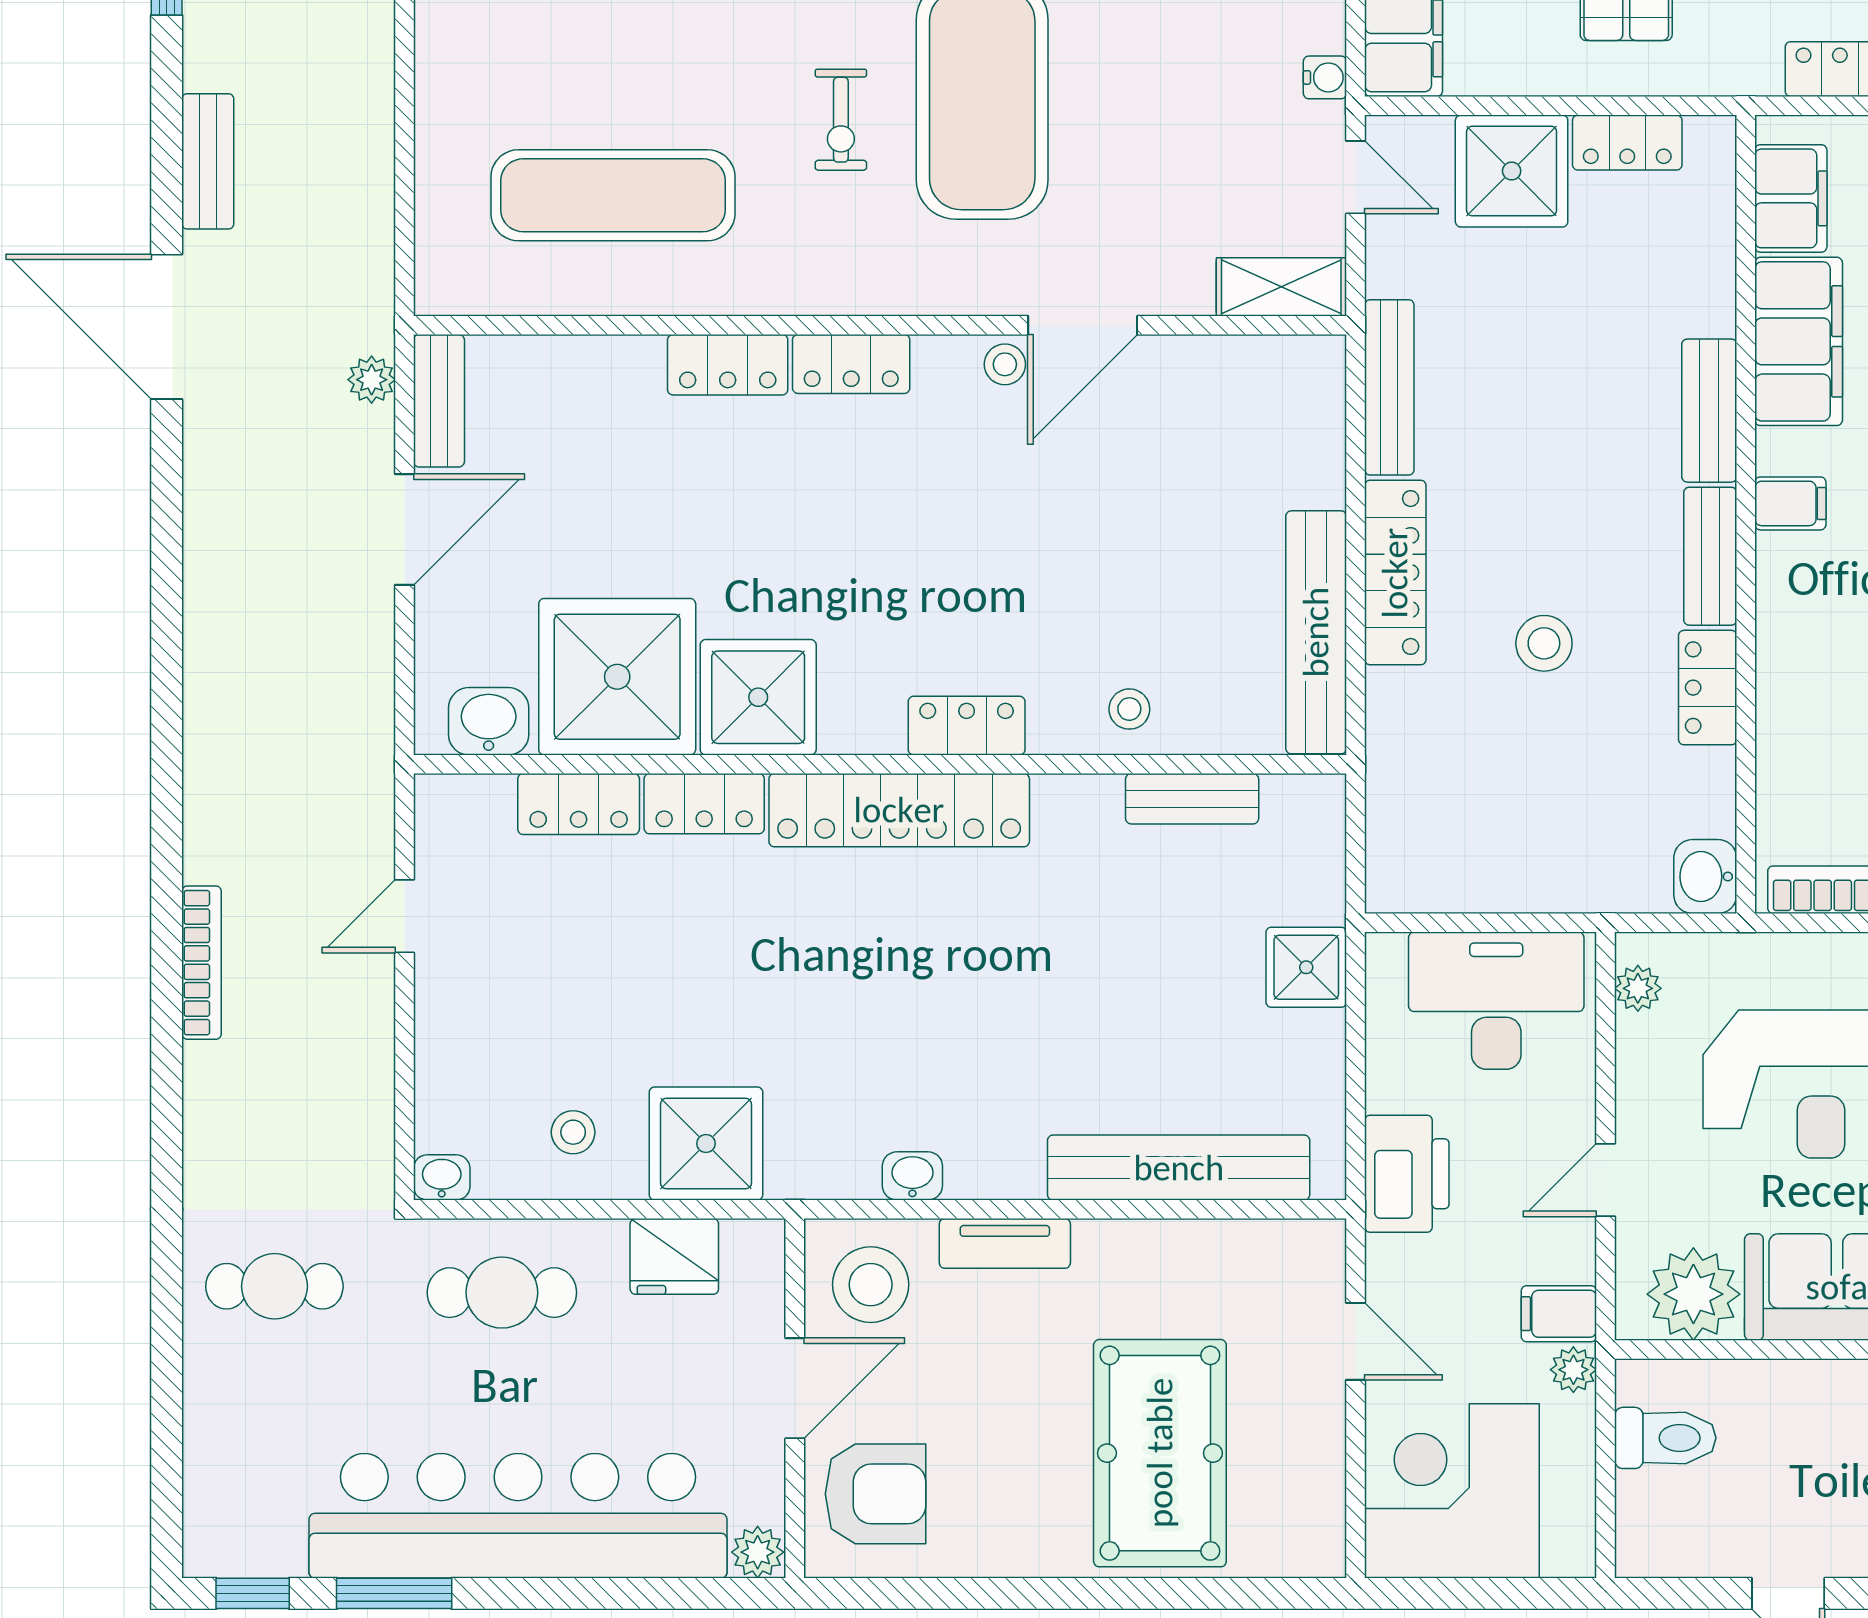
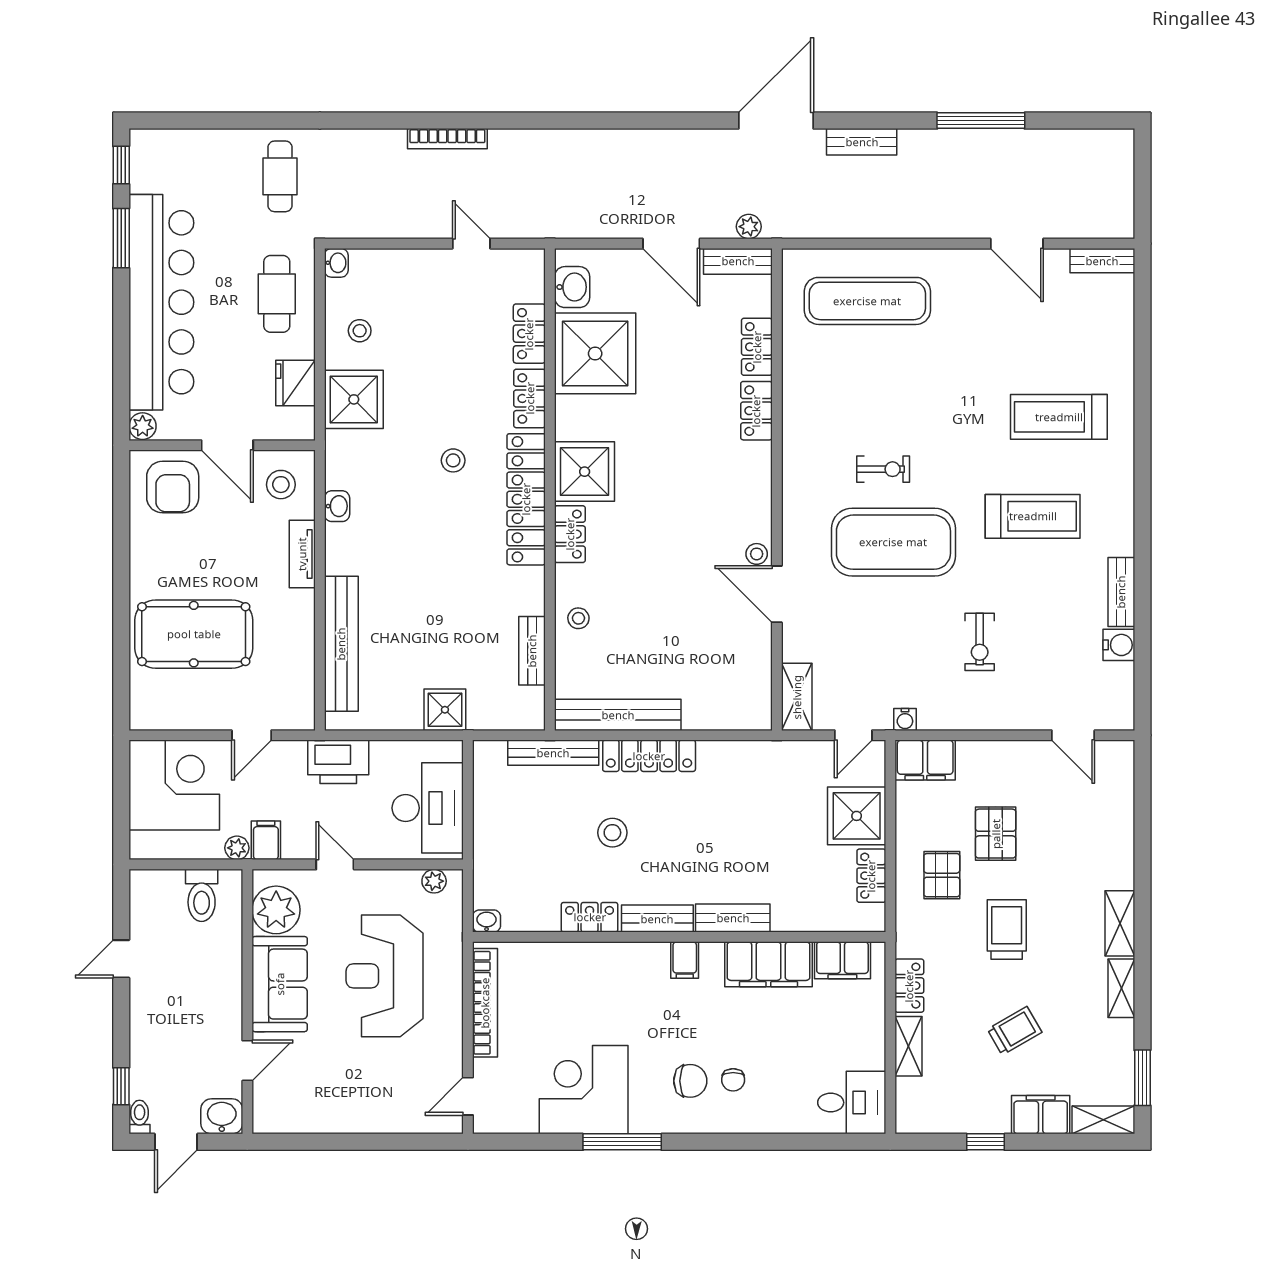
exercise bike: (841, 120) -> (883, 469), turned 180
exercise mat: (613, 195) -> (867, 301), moved, turned 90
locker: (851, 364) -> (757, 347), moved
bench: (1389, 387) -> (553, 753), moved
shower: (758, 697) -> (585, 472), moved
washbasin: (1705, 877) -> (487, 921), width x0.72, depth x0.69
stool: (824, 951) -> (453, 460), added
stool: (871, 1285) -> (281, 485), width x0.73, depth x0.73

